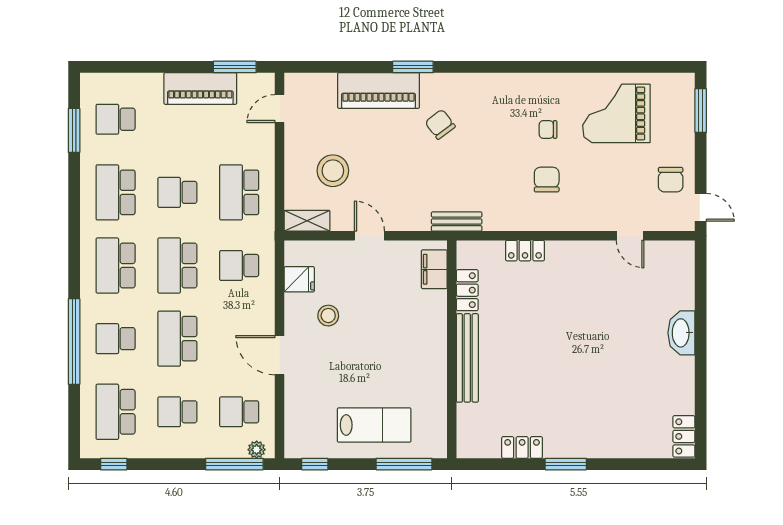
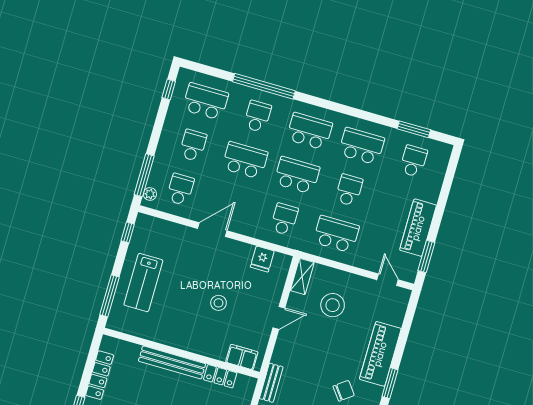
stool: (328, 316) -> (219, 303), moved
locker: (522, 447) -> (100, 375), width x1.53

